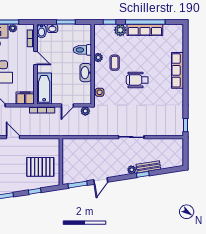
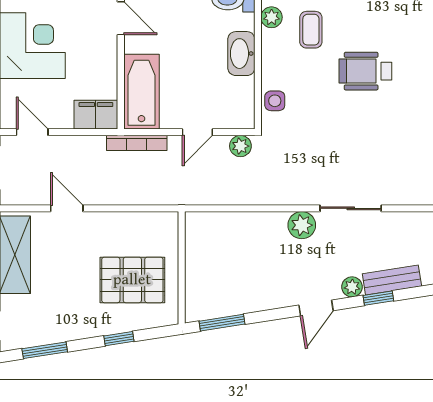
plant: (111, 144) -> (302, 225), added
door: (101, 181) -> (316, 308), moved

